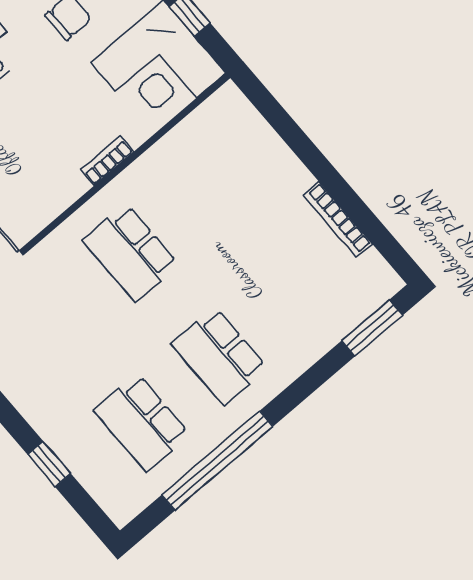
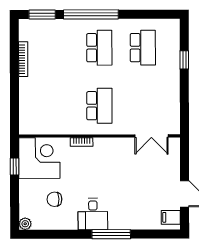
window: (217, 461) -> (91, 14), moved

